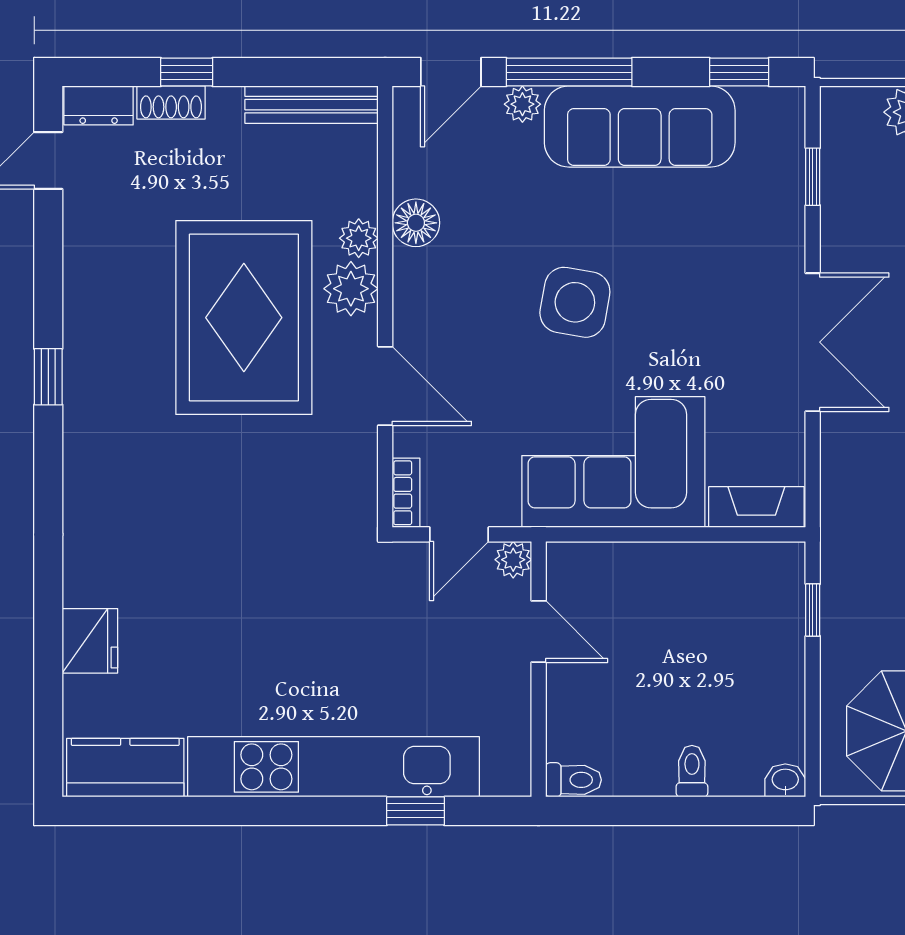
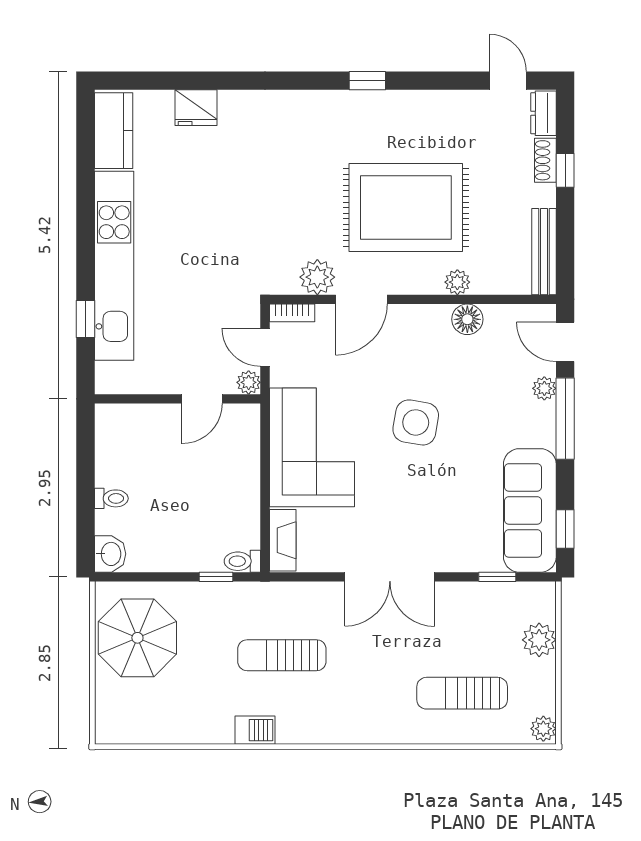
sofa: (640, 126) -> (530, 510), moved
plant: (351, 289) -> (317, 277), moved
toilet: (573, 780) -> (242, 561), moved, turned 90
washbasin: (785, 780) -> (110, 554), width x1.38, depth x1.45

